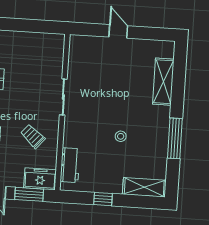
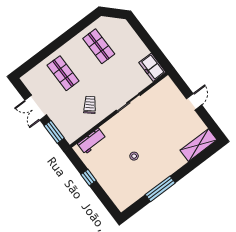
shelving: (163, 82) -> (199, 145), moved
freezer: (40, 179) -> (152, 67), moved, turned 180
shelving: (144, 187) -> (116, 196), removed

